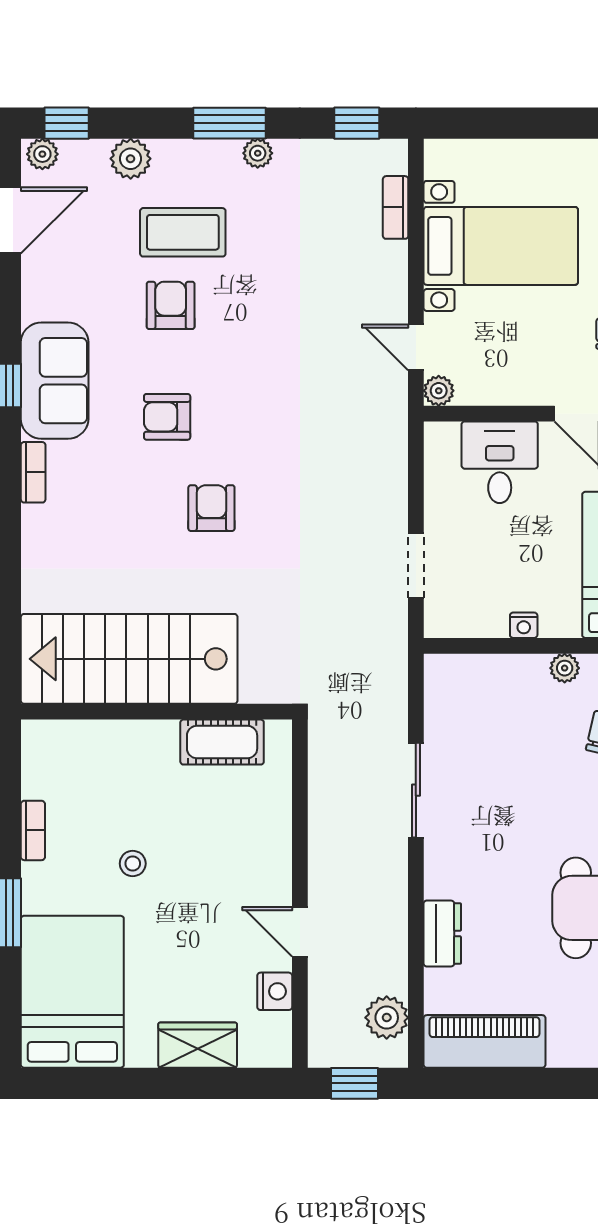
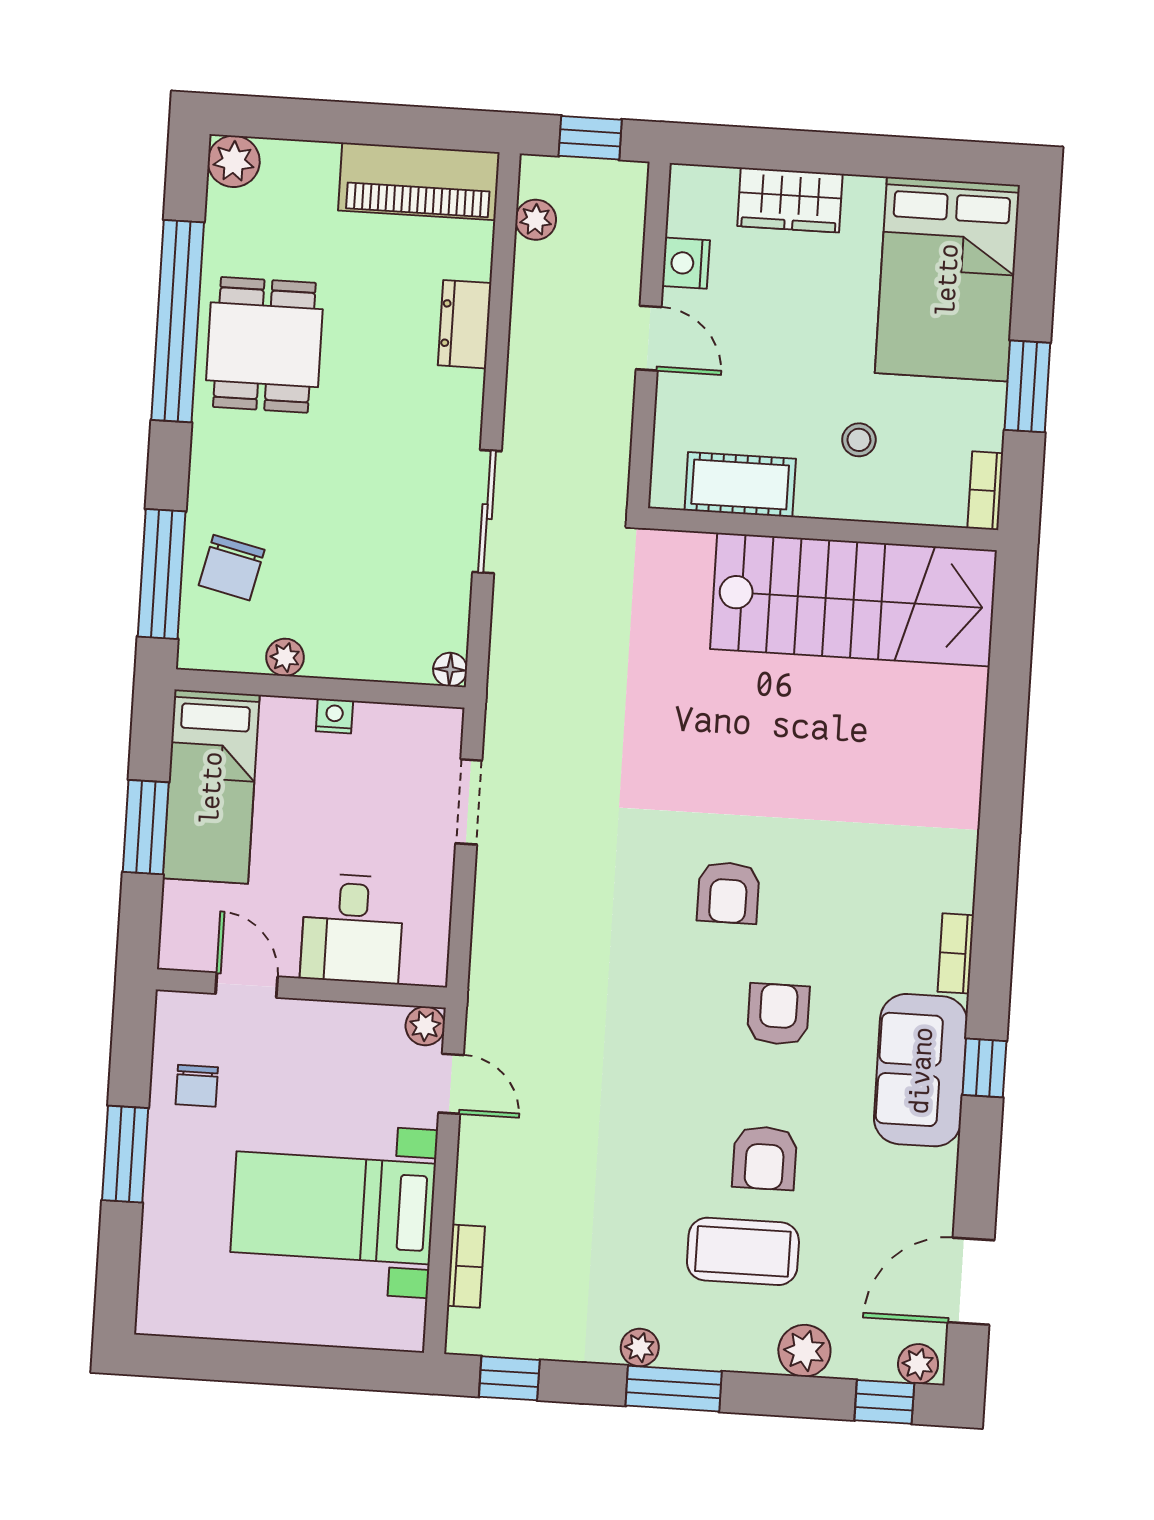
armchair: (167, 417) -> (778, 1014), turned -90
stairs: (129, 659) -> (854, 600), moved
floor lamp: (437, 667) -> (450, 670), added
wall: (157, 712) -> (822, 529), moved
cot: (222, 742) -> (740, 485), moved
plant: (387, 1018) -> (536, 220), width x0.73, depth x0.73

